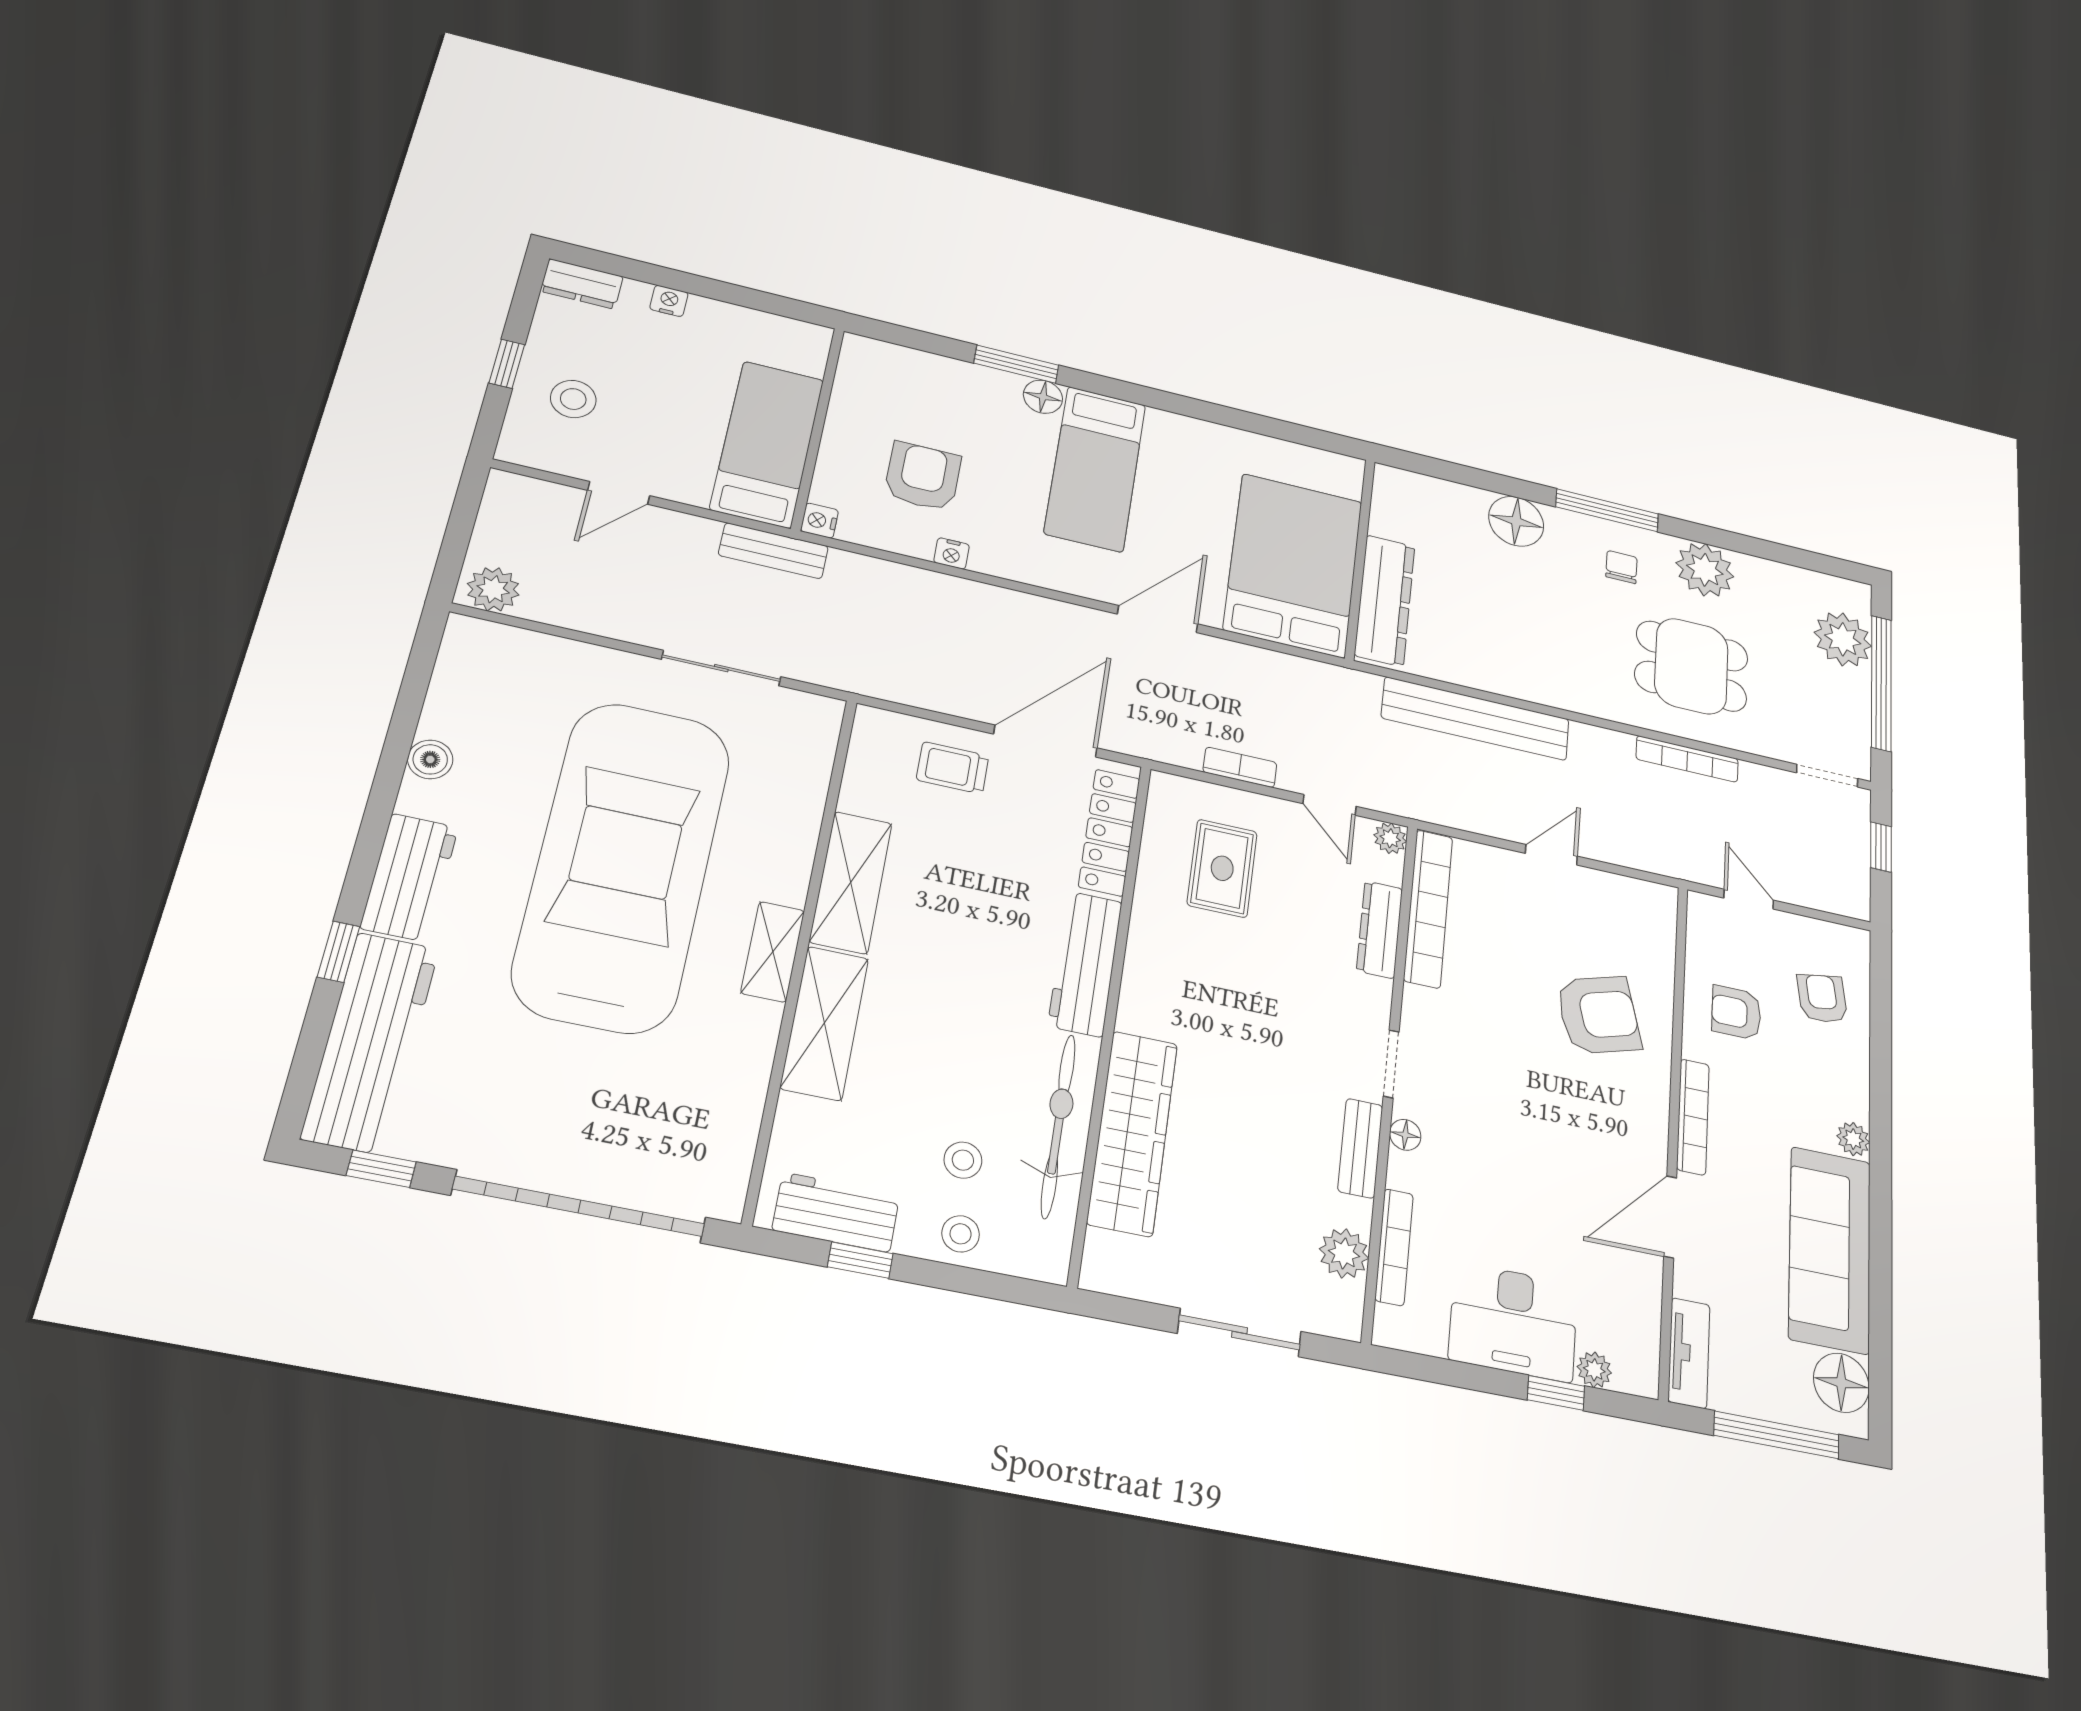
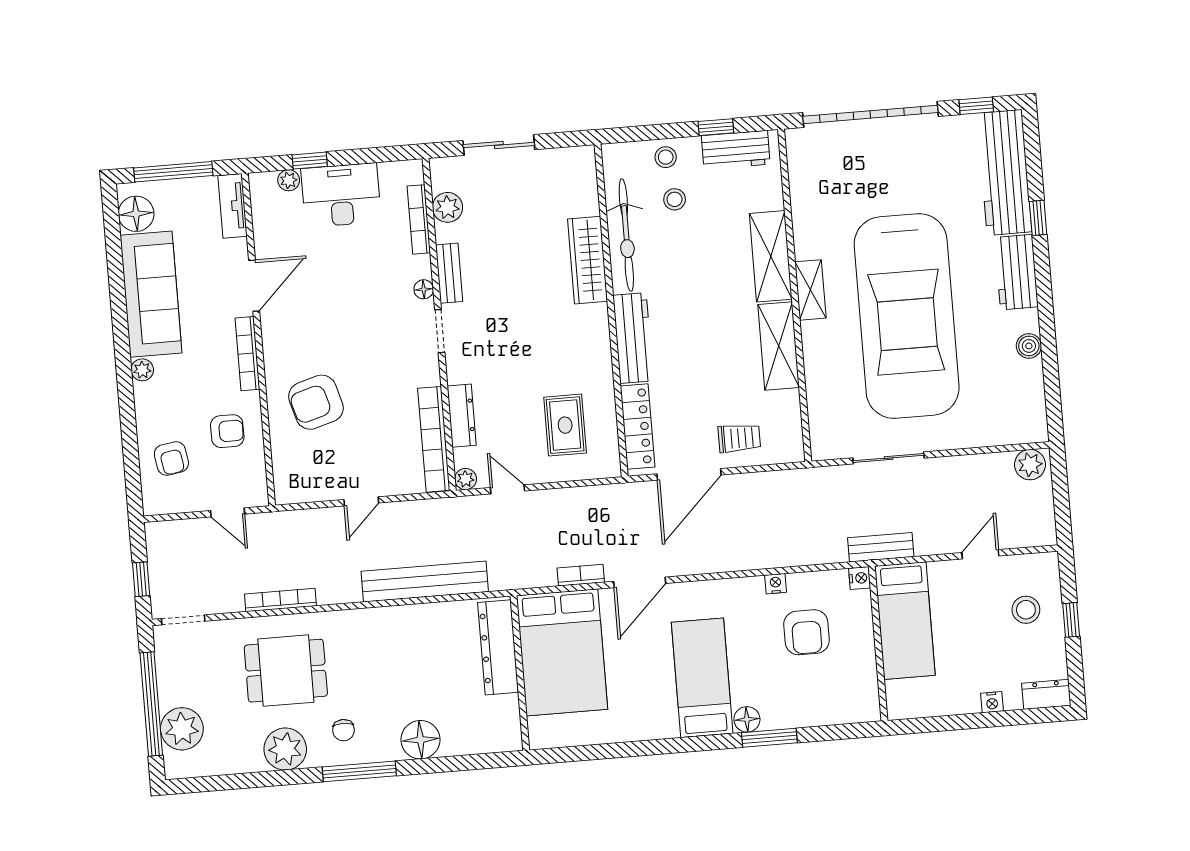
bookcase: (1240, 767) -> (581, 575), moved, turned 180
wardrobe: (1133, 1133) -> (588, 260), width x0.71, depth x0.85

